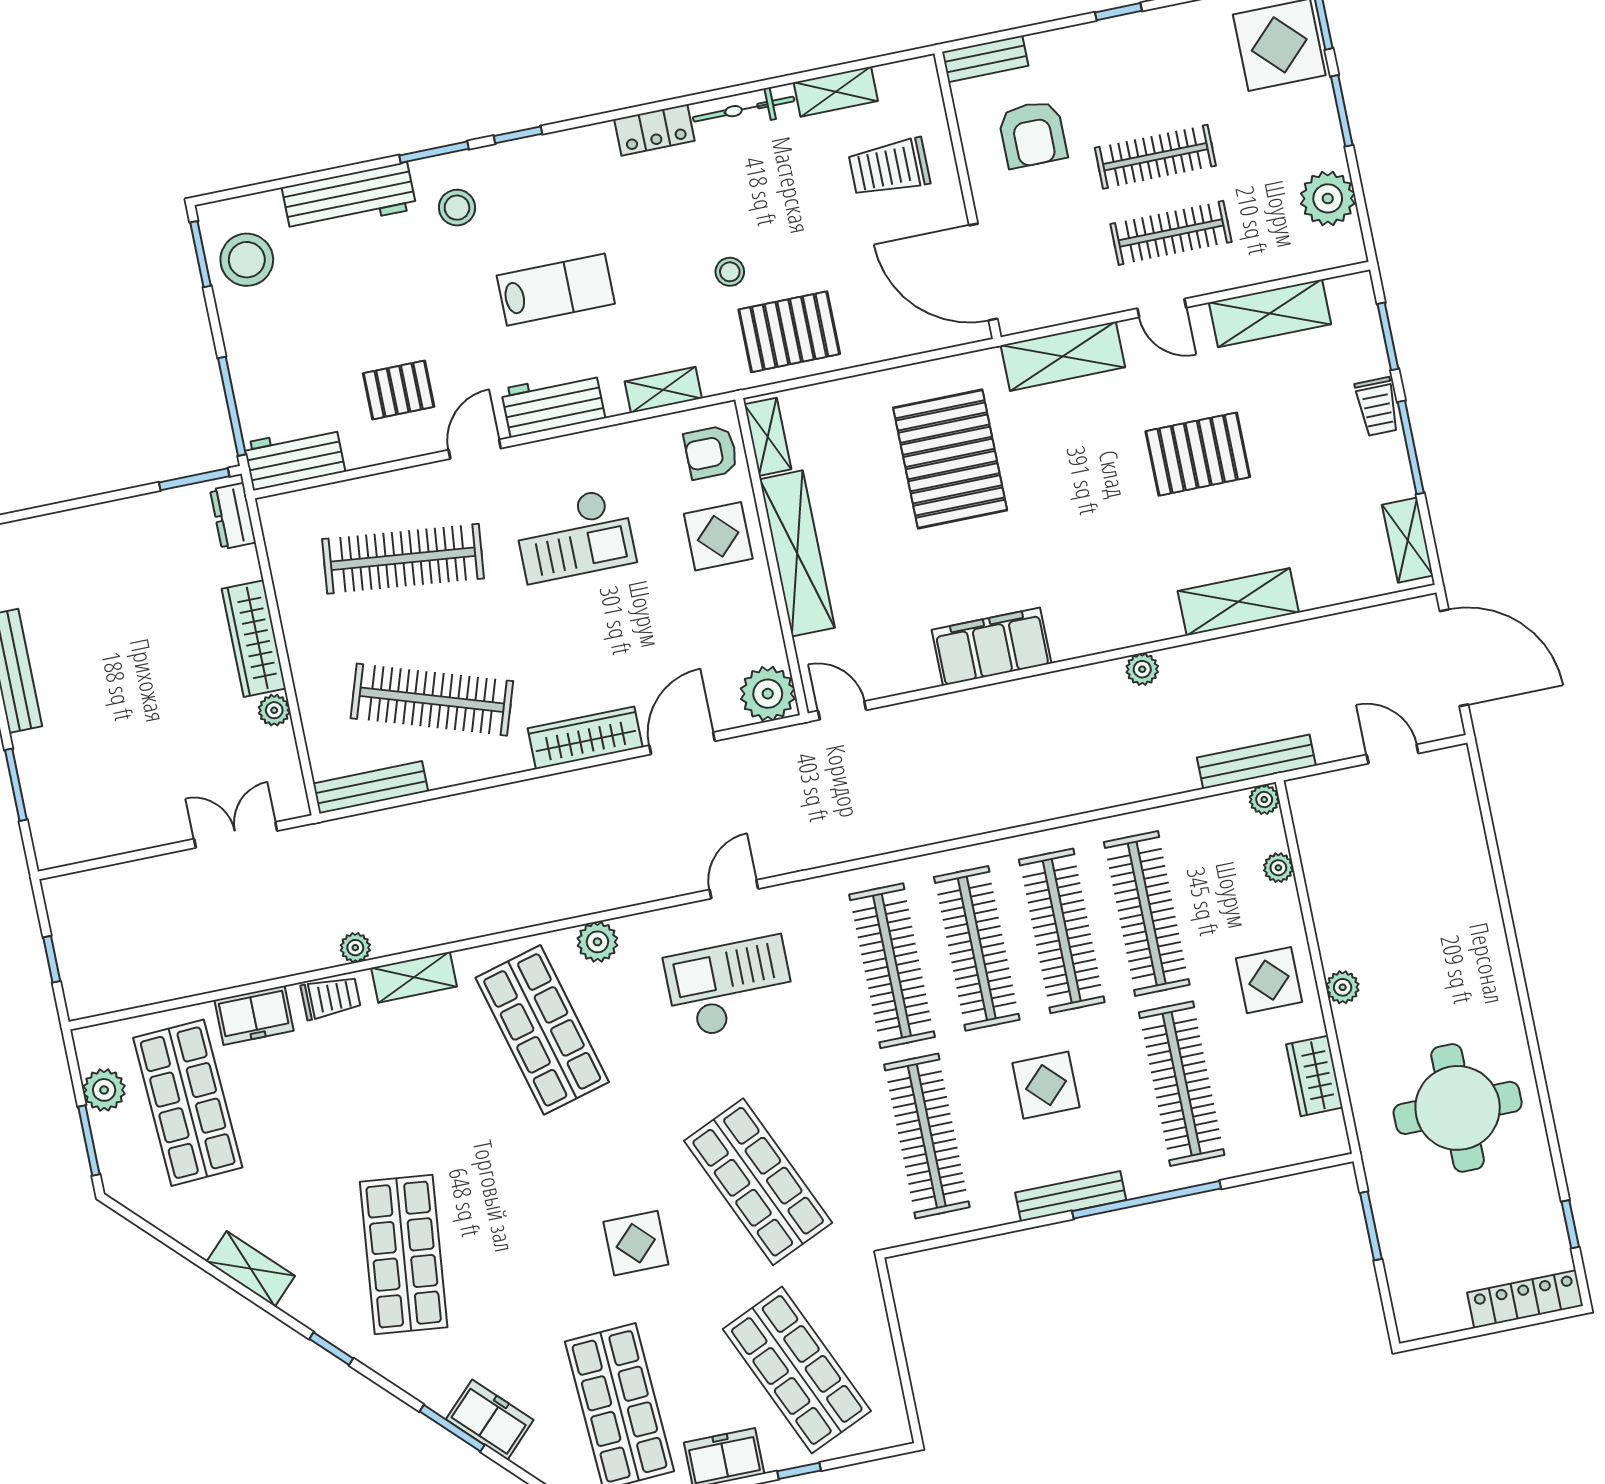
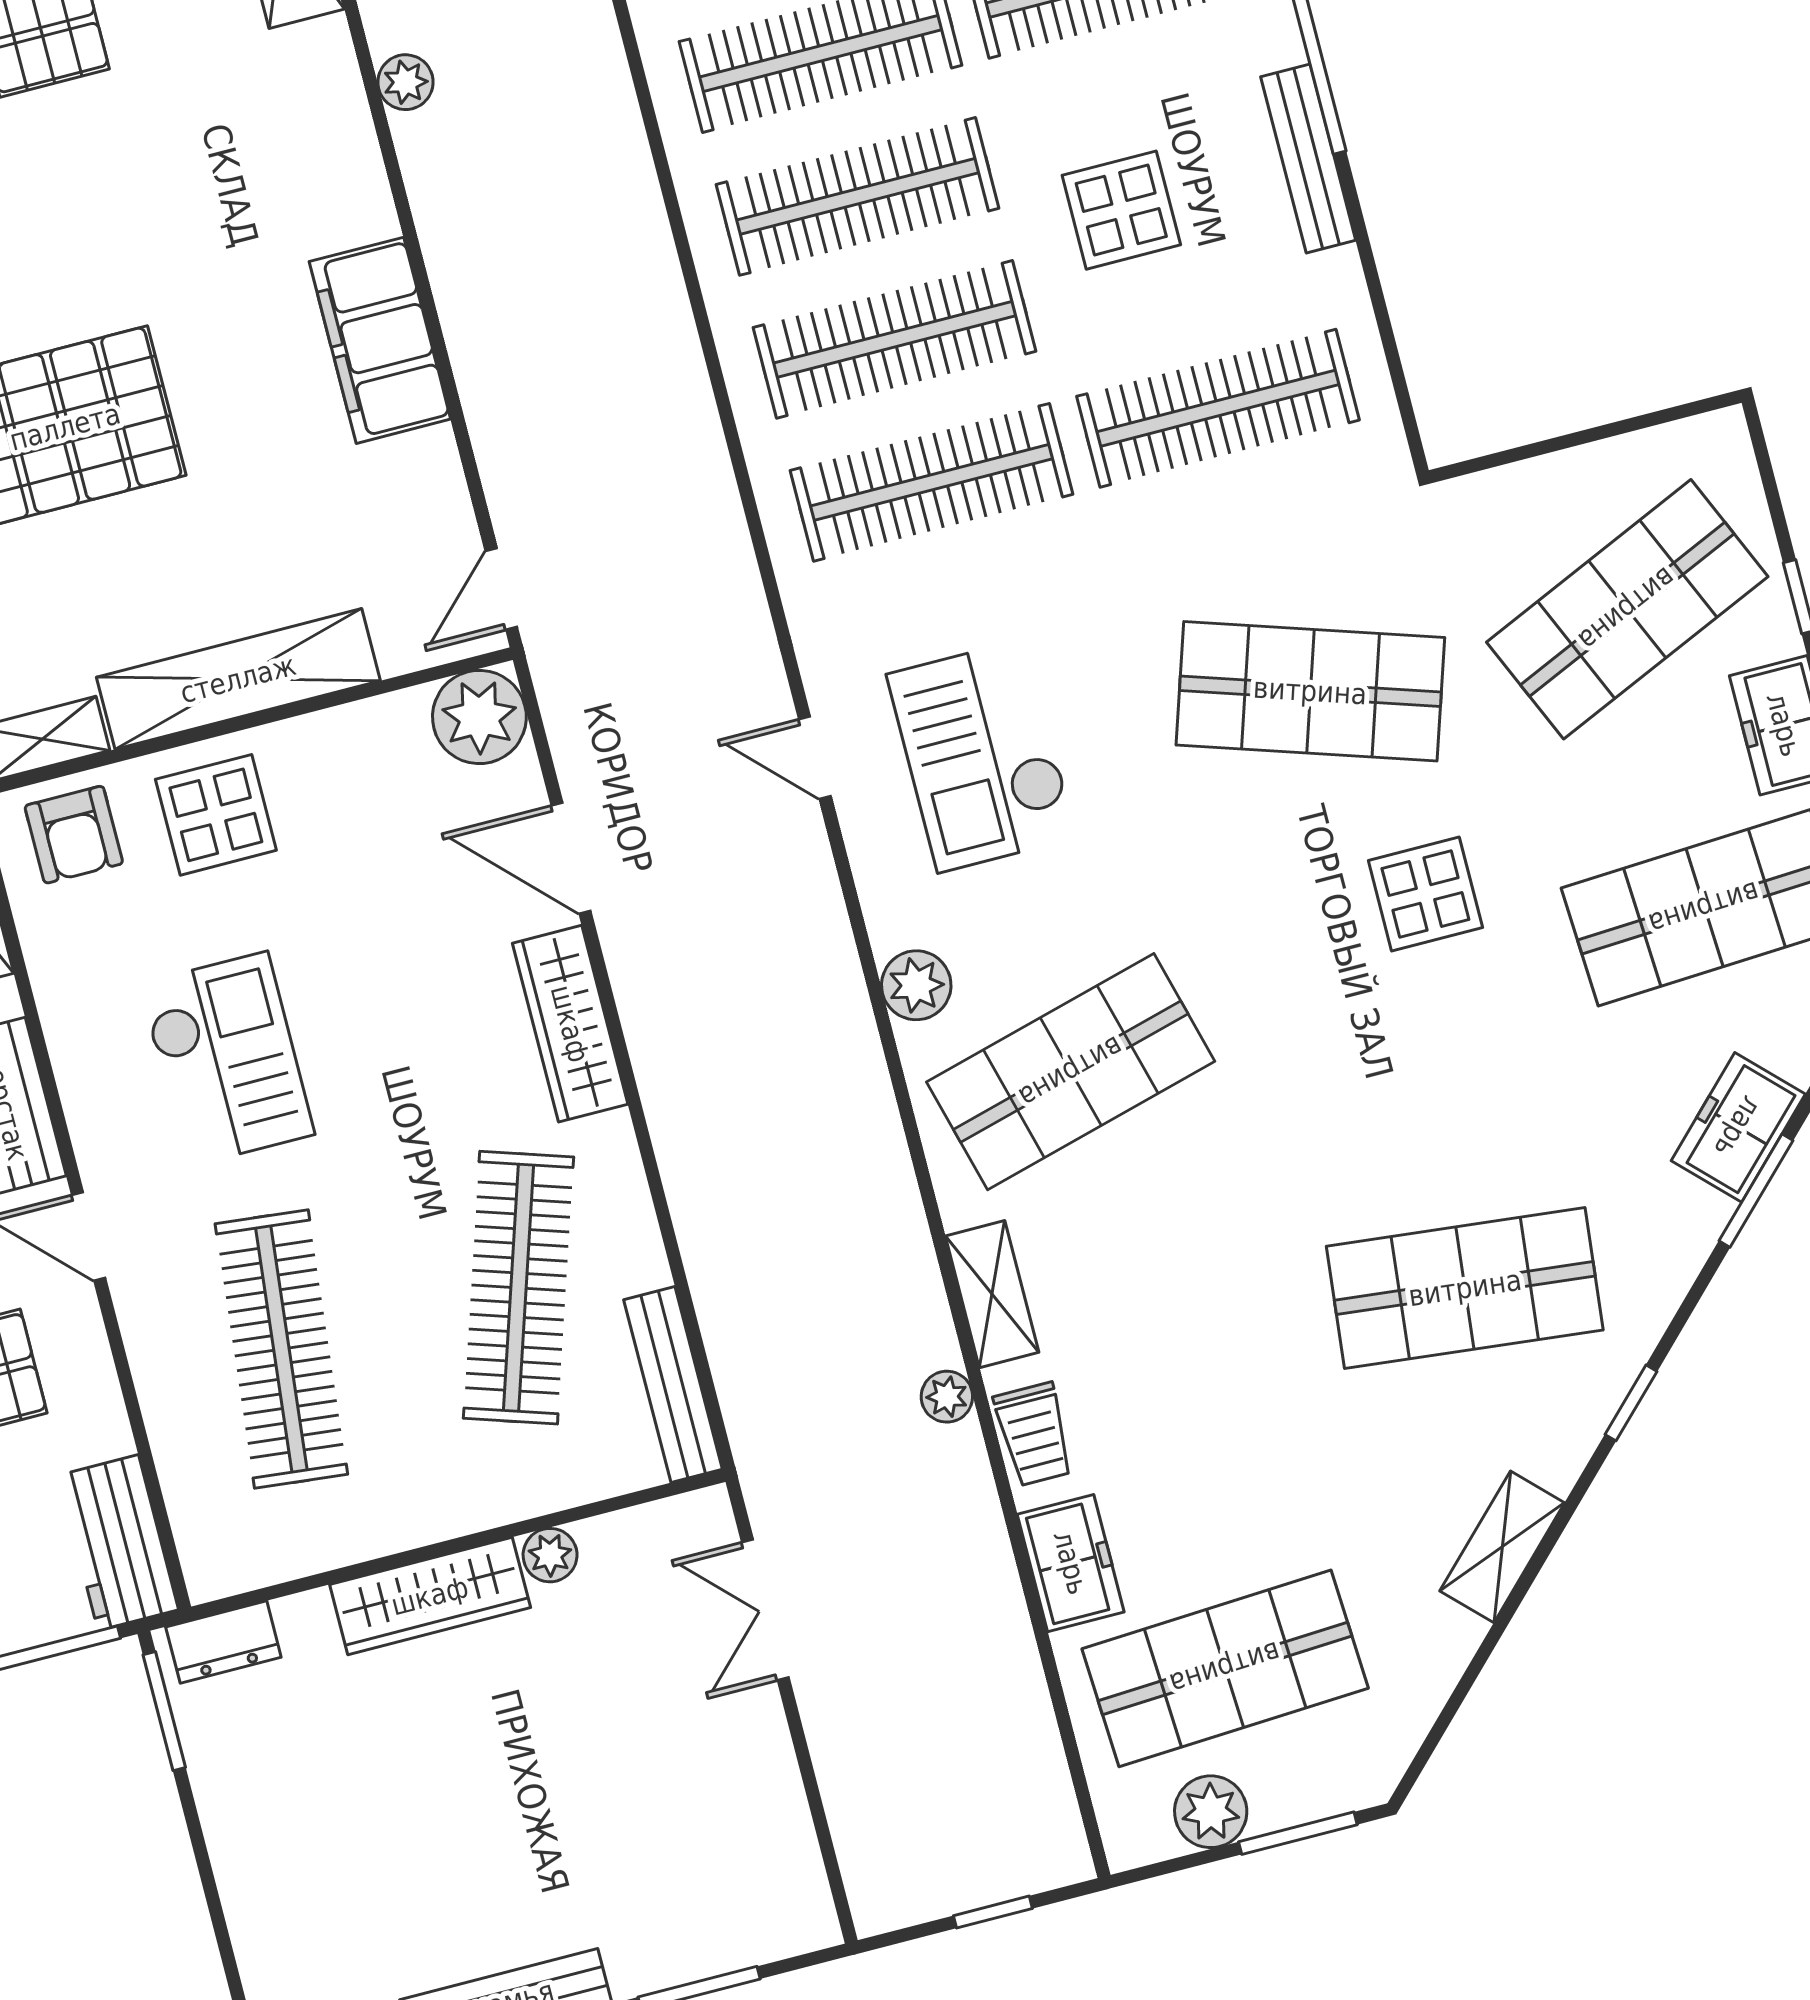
trolley: (331, 998) -> (1034, 1434), turned 180
shop shelf: (758, 1182) -> (1310, 691), turned 42

